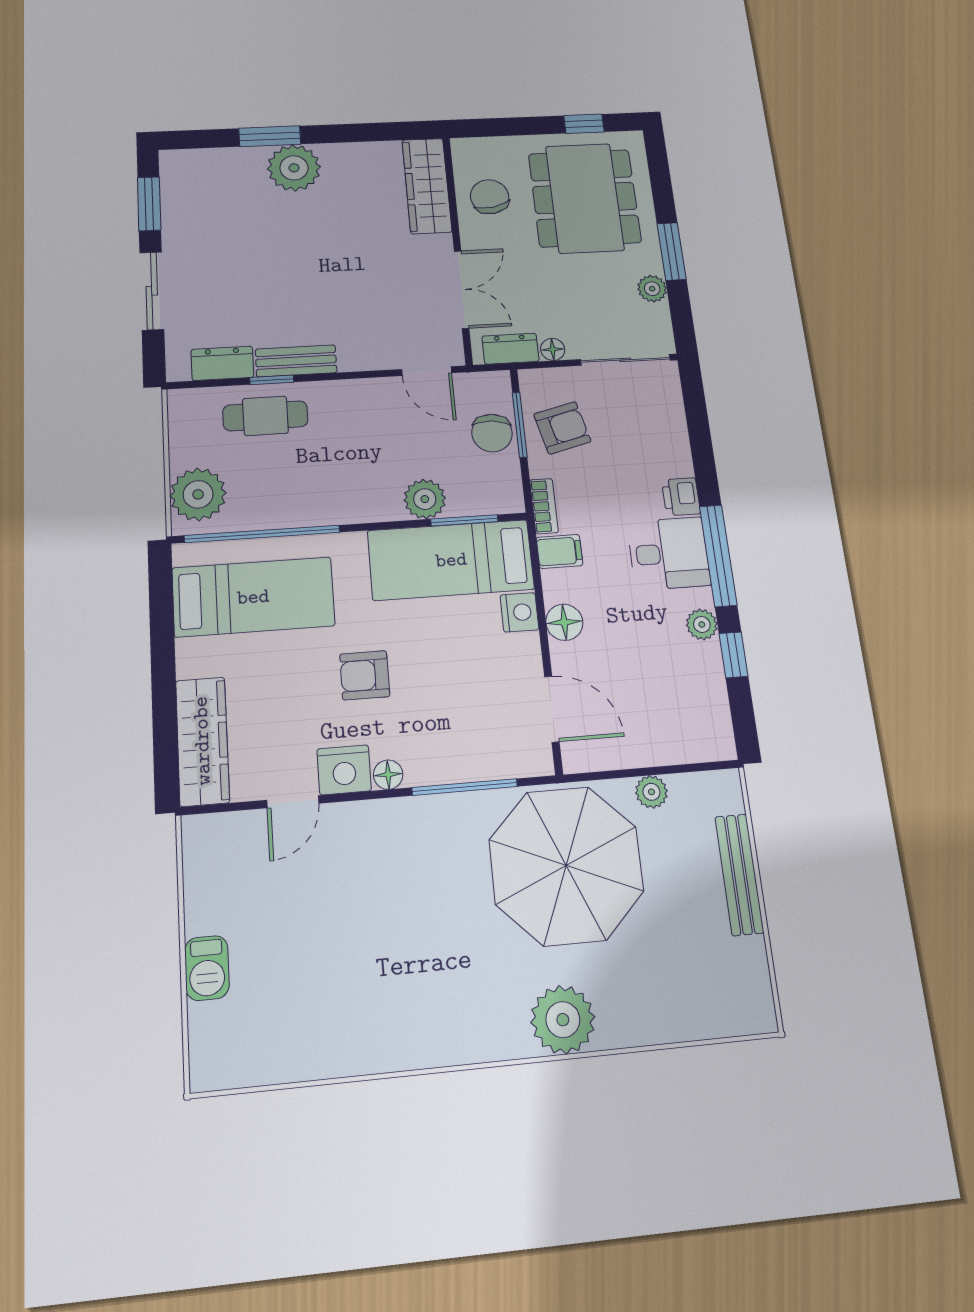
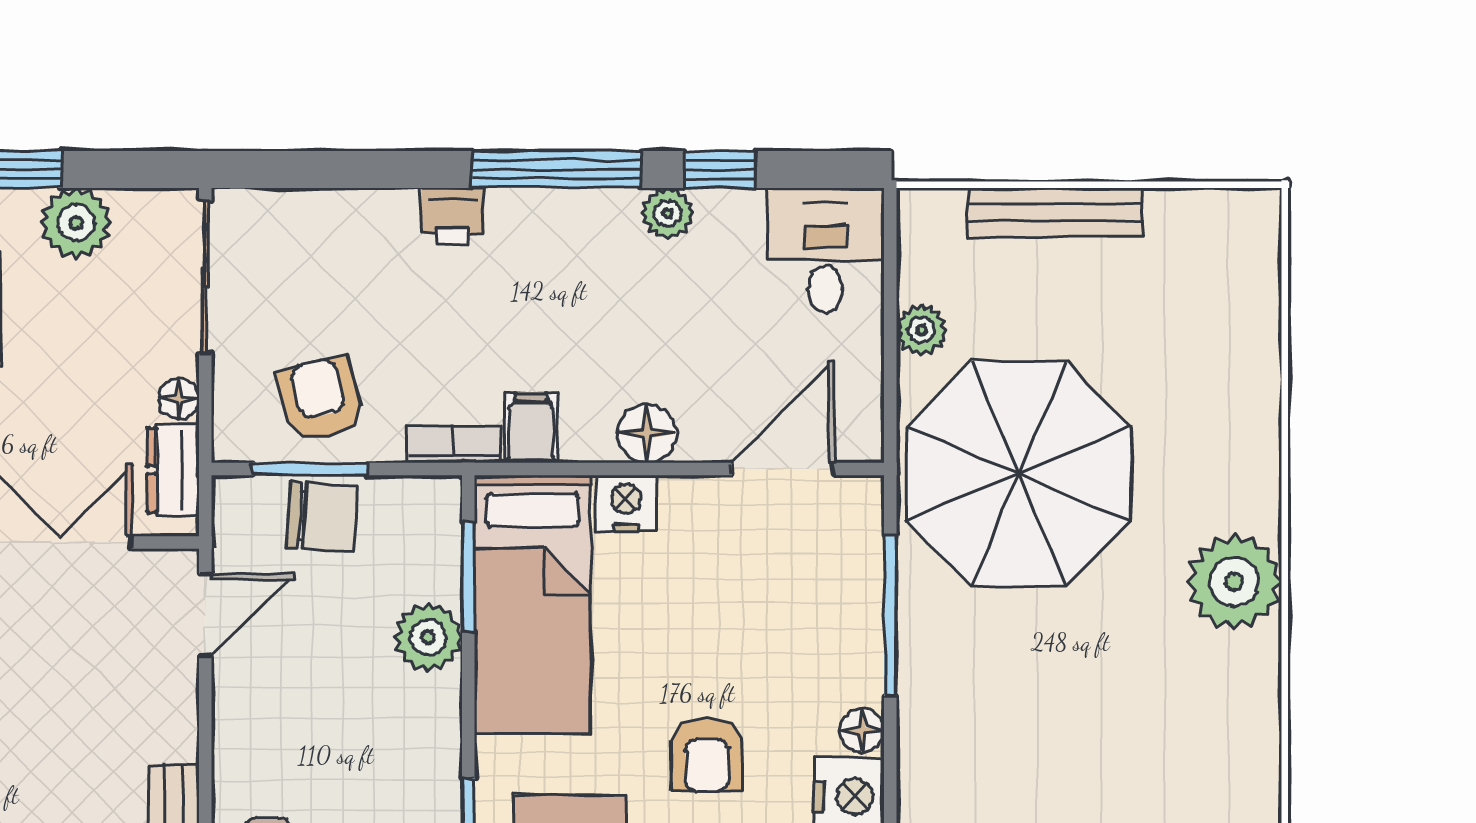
plant: (652, 289) -> (76, 223), width x1.38, depth x1.38
desk: (669, 553) -> (825, 250), moved
plant: (563, 1020) -> (1234, 582), moved

